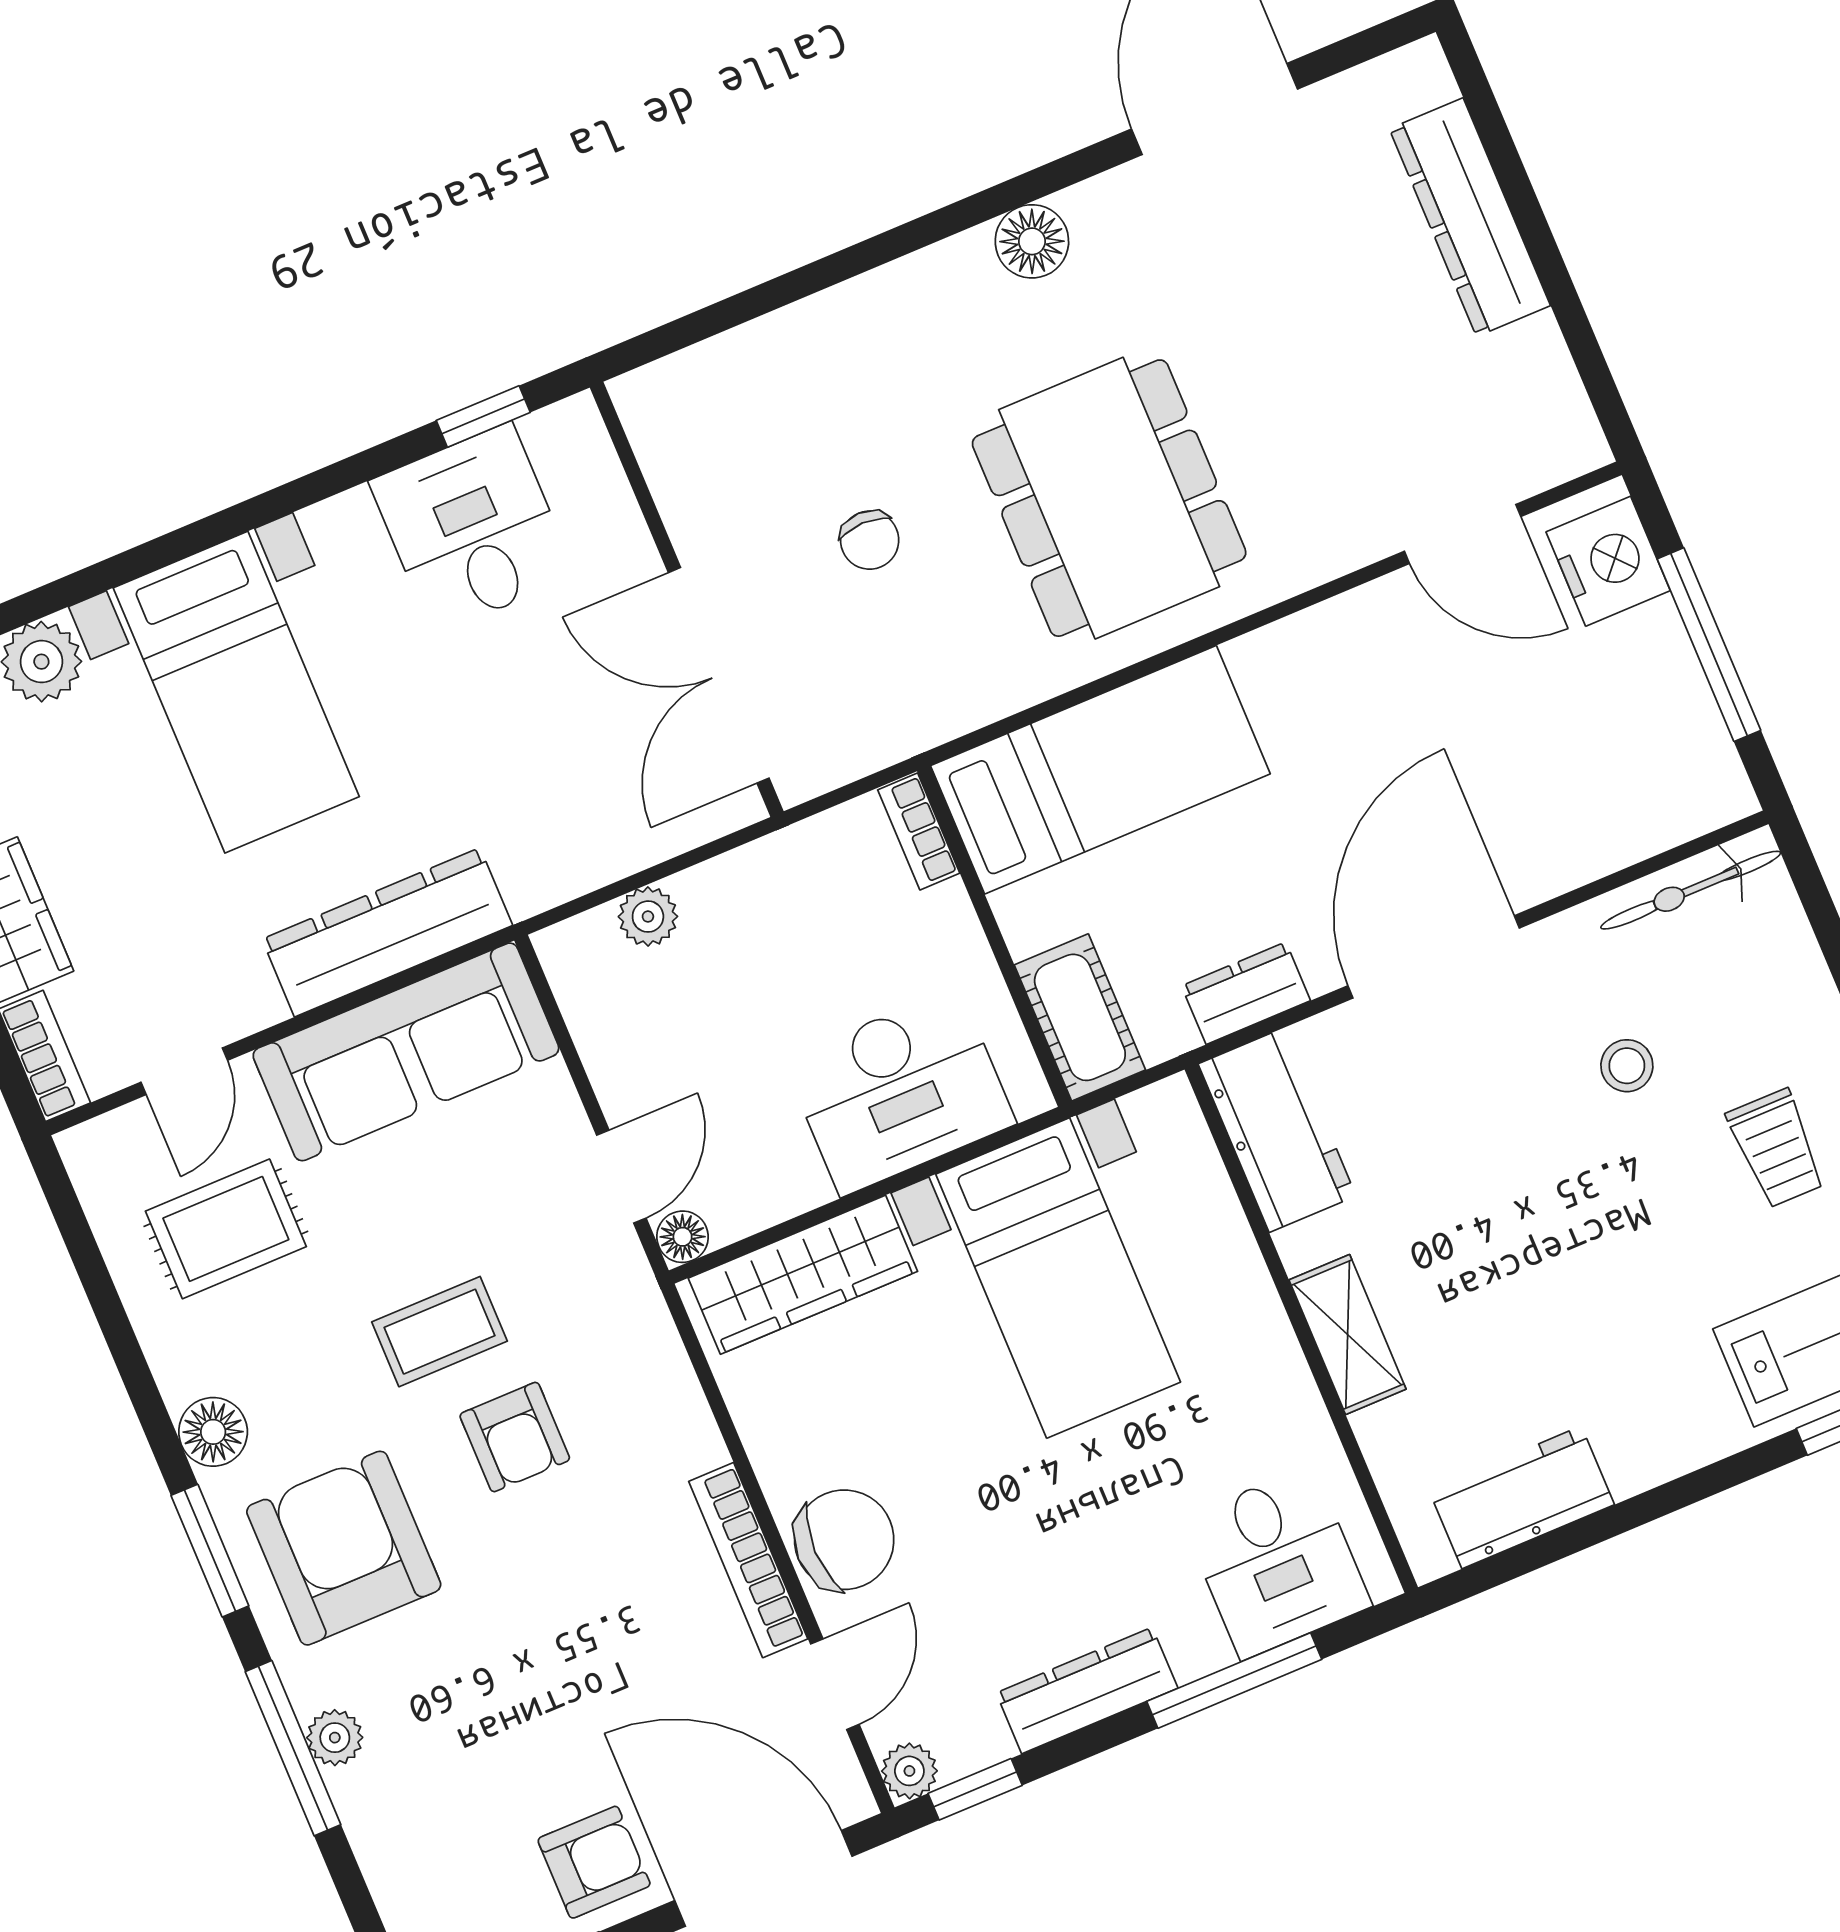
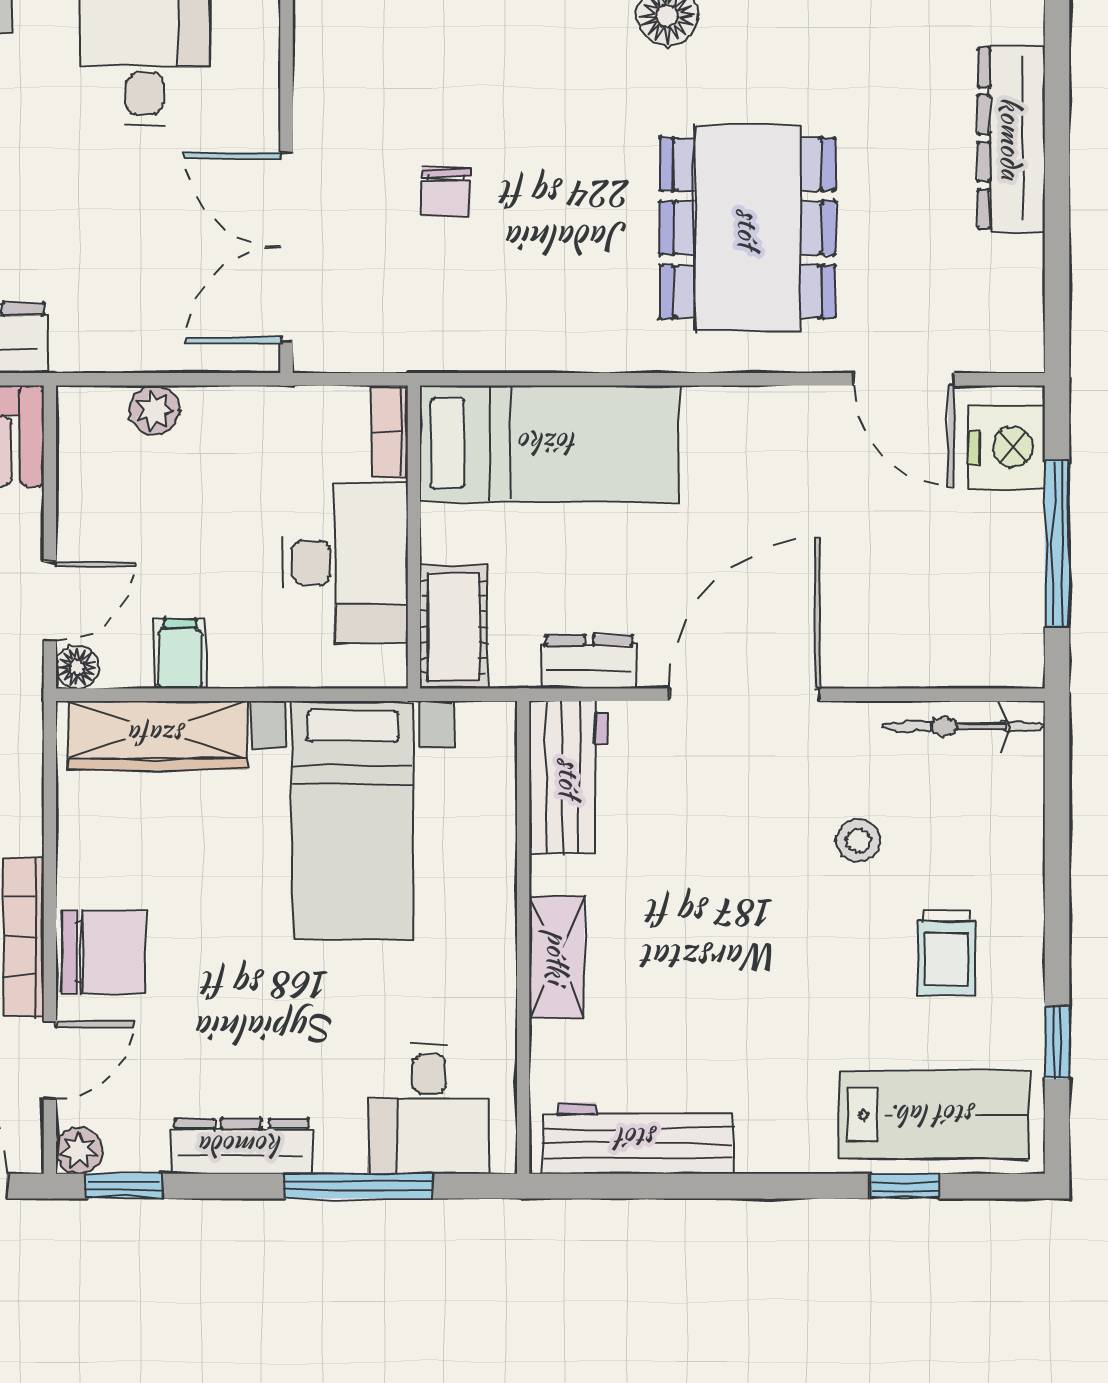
dining table: (1109, 498) -> (748, 228), moved
desk: (900, 1091) -> (345, 563), moved, turned -90
filing cabinet: (790, 1174) -> (180, 654), added
workbench: (1522, 1497) -> (638, 1138), width x1.38

